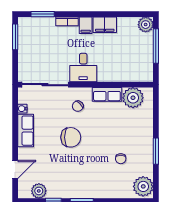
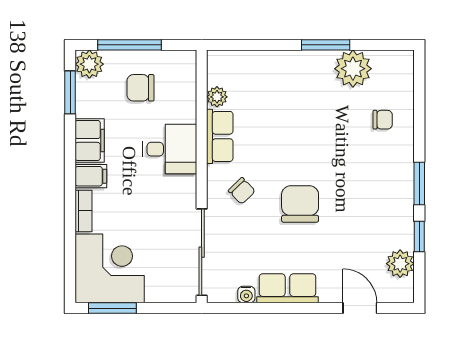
window: (43, 14) -> (70, 92), moved
corner desk: (36, 35) -> (110, 268), added
chair: (133, 52) -> (141, 88), added
desk: (83, 68) -> (170, 149), moved
plant: (133, 98) -> (217, 97), width x0.53, depth x0.53
chair: (121, 159) -> (383, 120), moved
plant: (143, 186) -> (353, 69), moved

